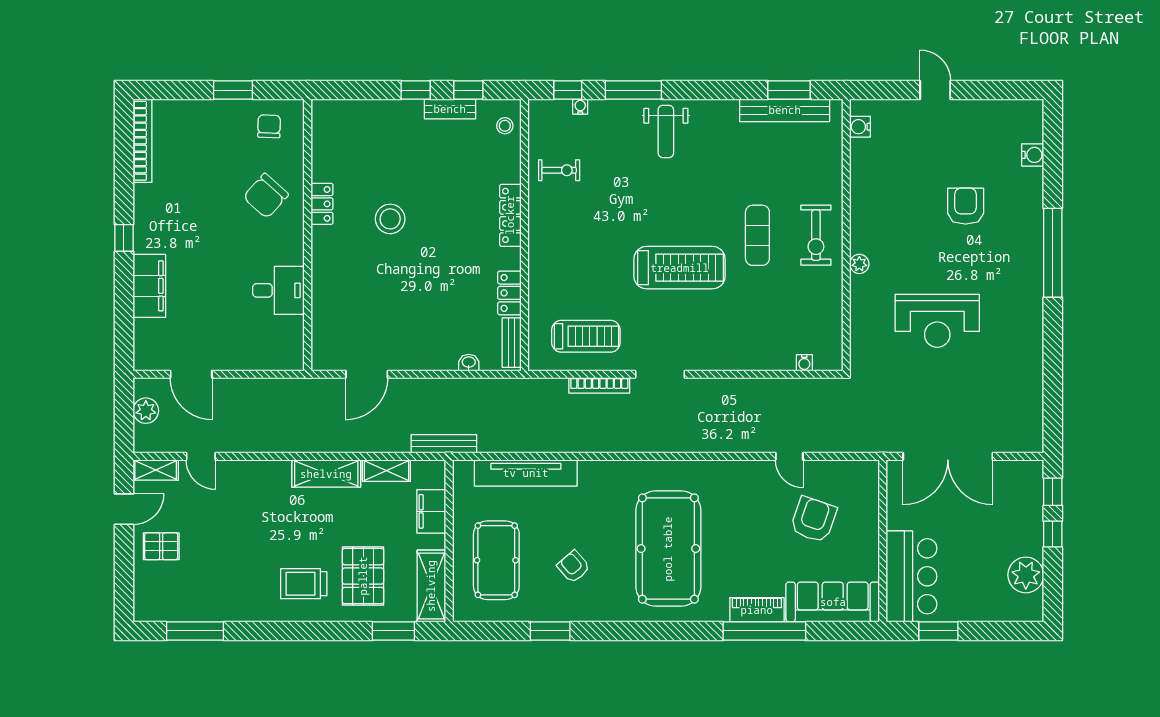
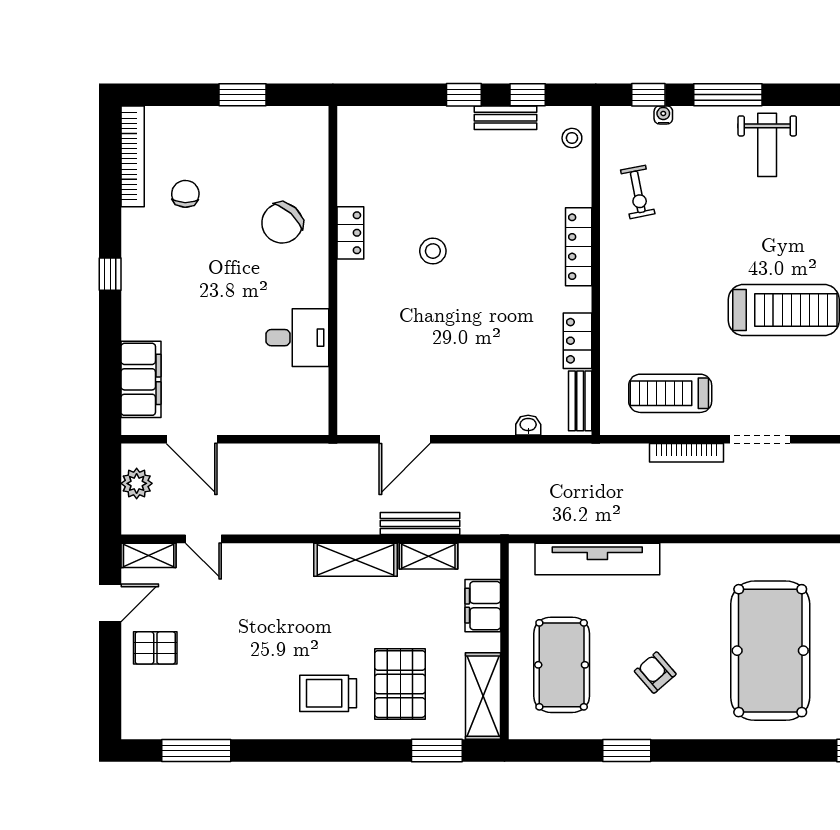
chair: (269, 126) -> (185, 194), moved
exercise bike: (559, 170) -> (638, 192), turned 79
stool: (390, 219) -> (433, 251), width x0.73, depth x0.73
filing cabinet: (149, 286) -> (141, 379), moved
treadmill: (586, 336) -> (670, 393), turned 180
bench: (444, 444) -> (420, 524), moved

